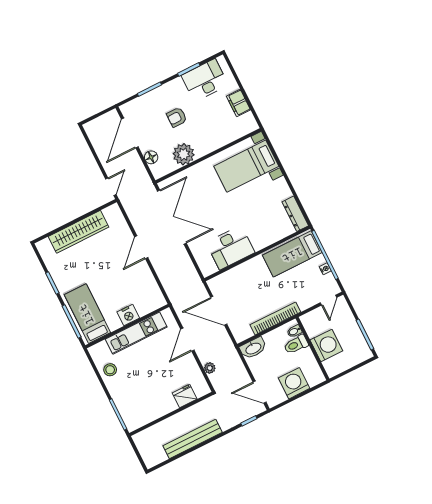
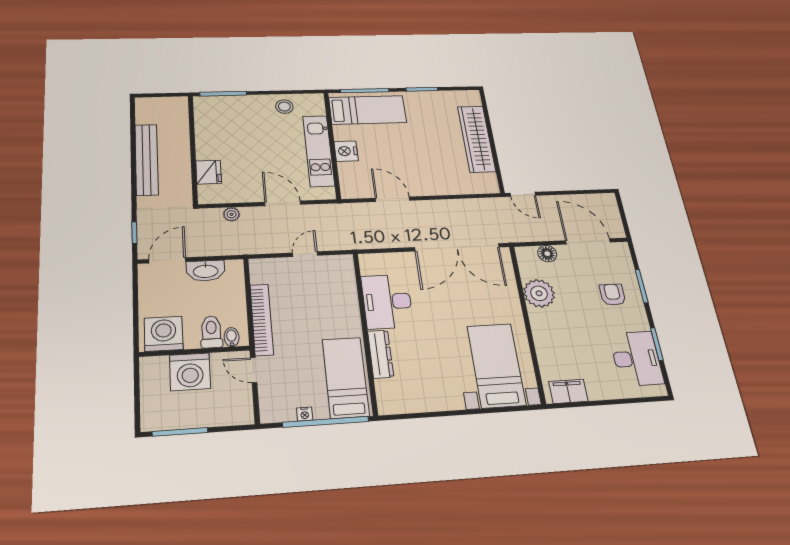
filing cabinet: (238, 103) -> (568, 391), moved
armchair: (177, 117) -> (613, 295), moved
dresser: (295, 214) -> (381, 354), moved, turned 90
door: (141, 247) -> (392, 199), moved
door: (329, 300) -> (254, 370), moved
door: (219, 311) -> (305, 254), width x0.53
washbasin: (253, 348) -> (206, 271), moved, turned -90
washing machine: (294, 383) -> (164, 334), moved, turned -90

